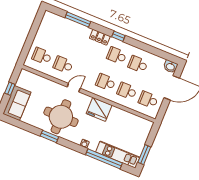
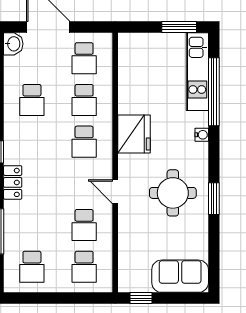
school desk: (117, 56) -> (32, 267), moved
window: (10, 89) -> (141, 298), moved
round table: (61, 117) -> (173, 193), width x0.73, depth x0.73

